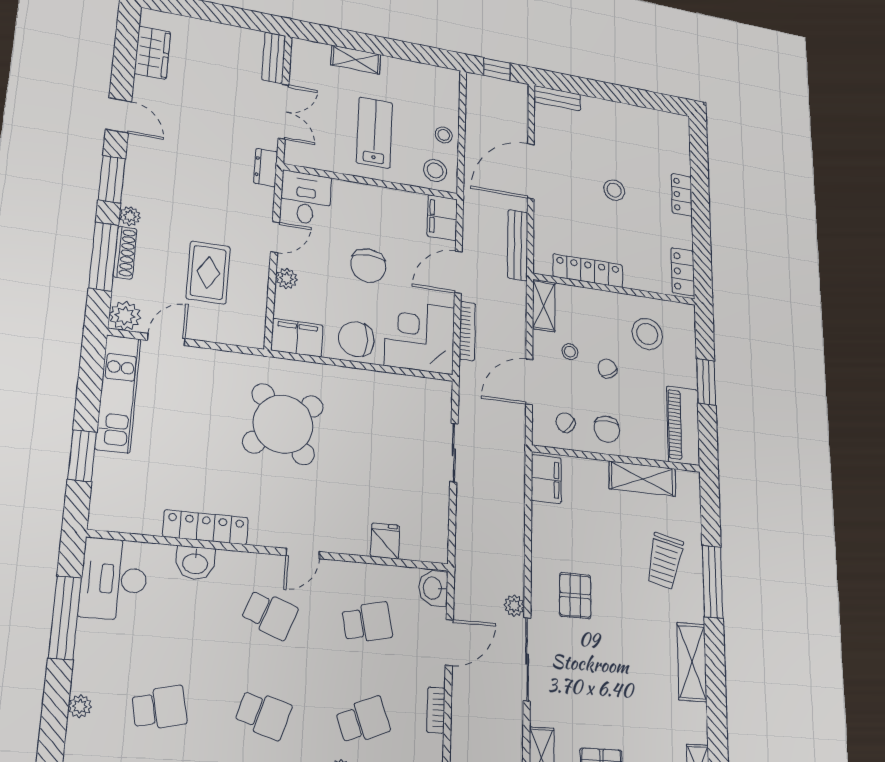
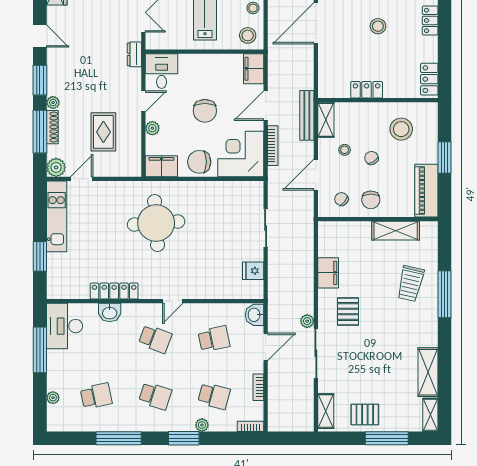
bench: (518, 245) -> (307, 115), moved
locker: (588, 271) -> (367, 90), width x0.66
round table: (283, 424) -> (156, 223), turned 34
filing cabinet: (546, 479) -> (328, 273), moved
fridge: (385, 541) -> (253, 271), moved, turned -90
shelving: (692, 662) -> (428, 372), moved
school desk: (363, 721) -> (214, 396), turned 36

